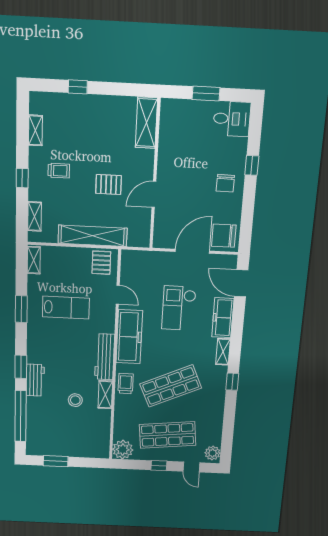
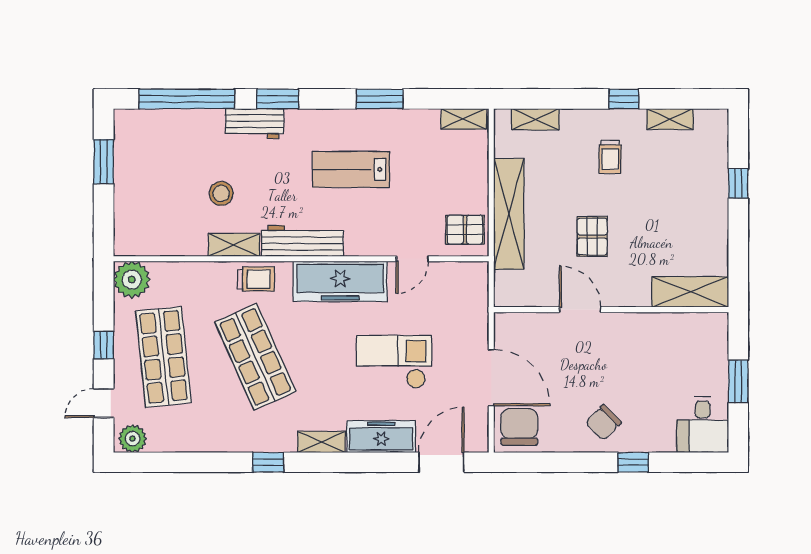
window: (22, 178) -> (624, 99), moved
chair: (225, 183) -> (603, 423), turned -46
lab bench: (66, 308) -> (351, 169), moved, turned 90

